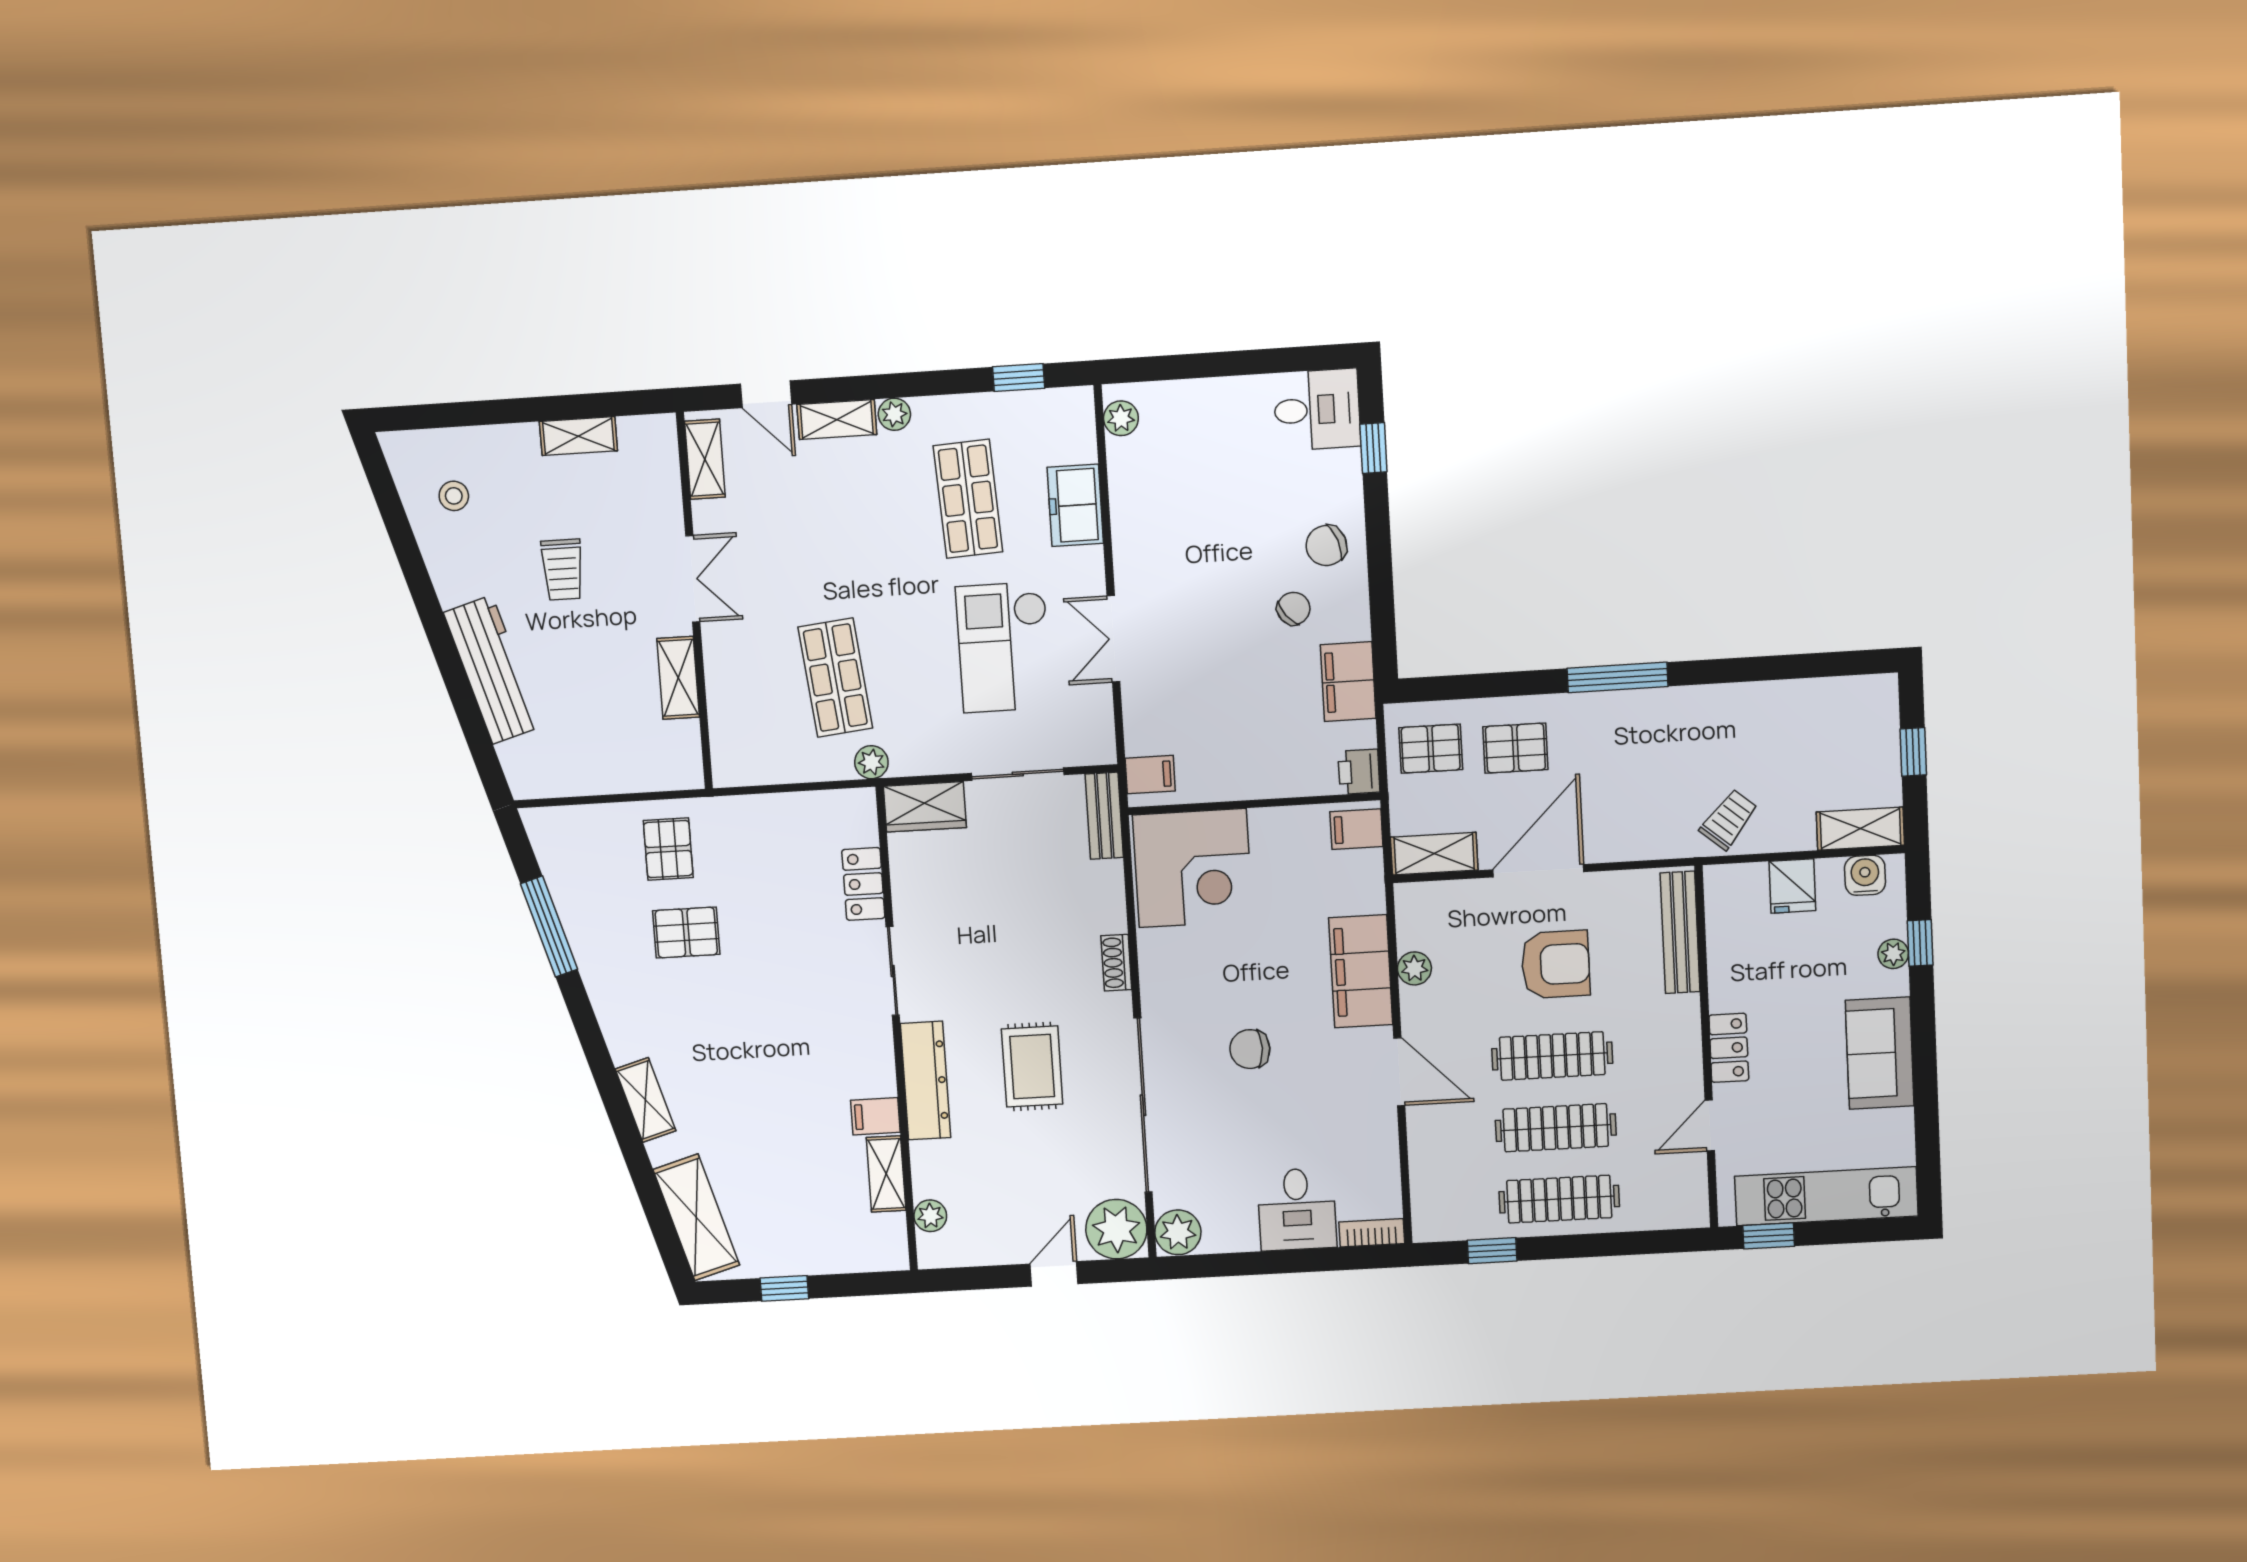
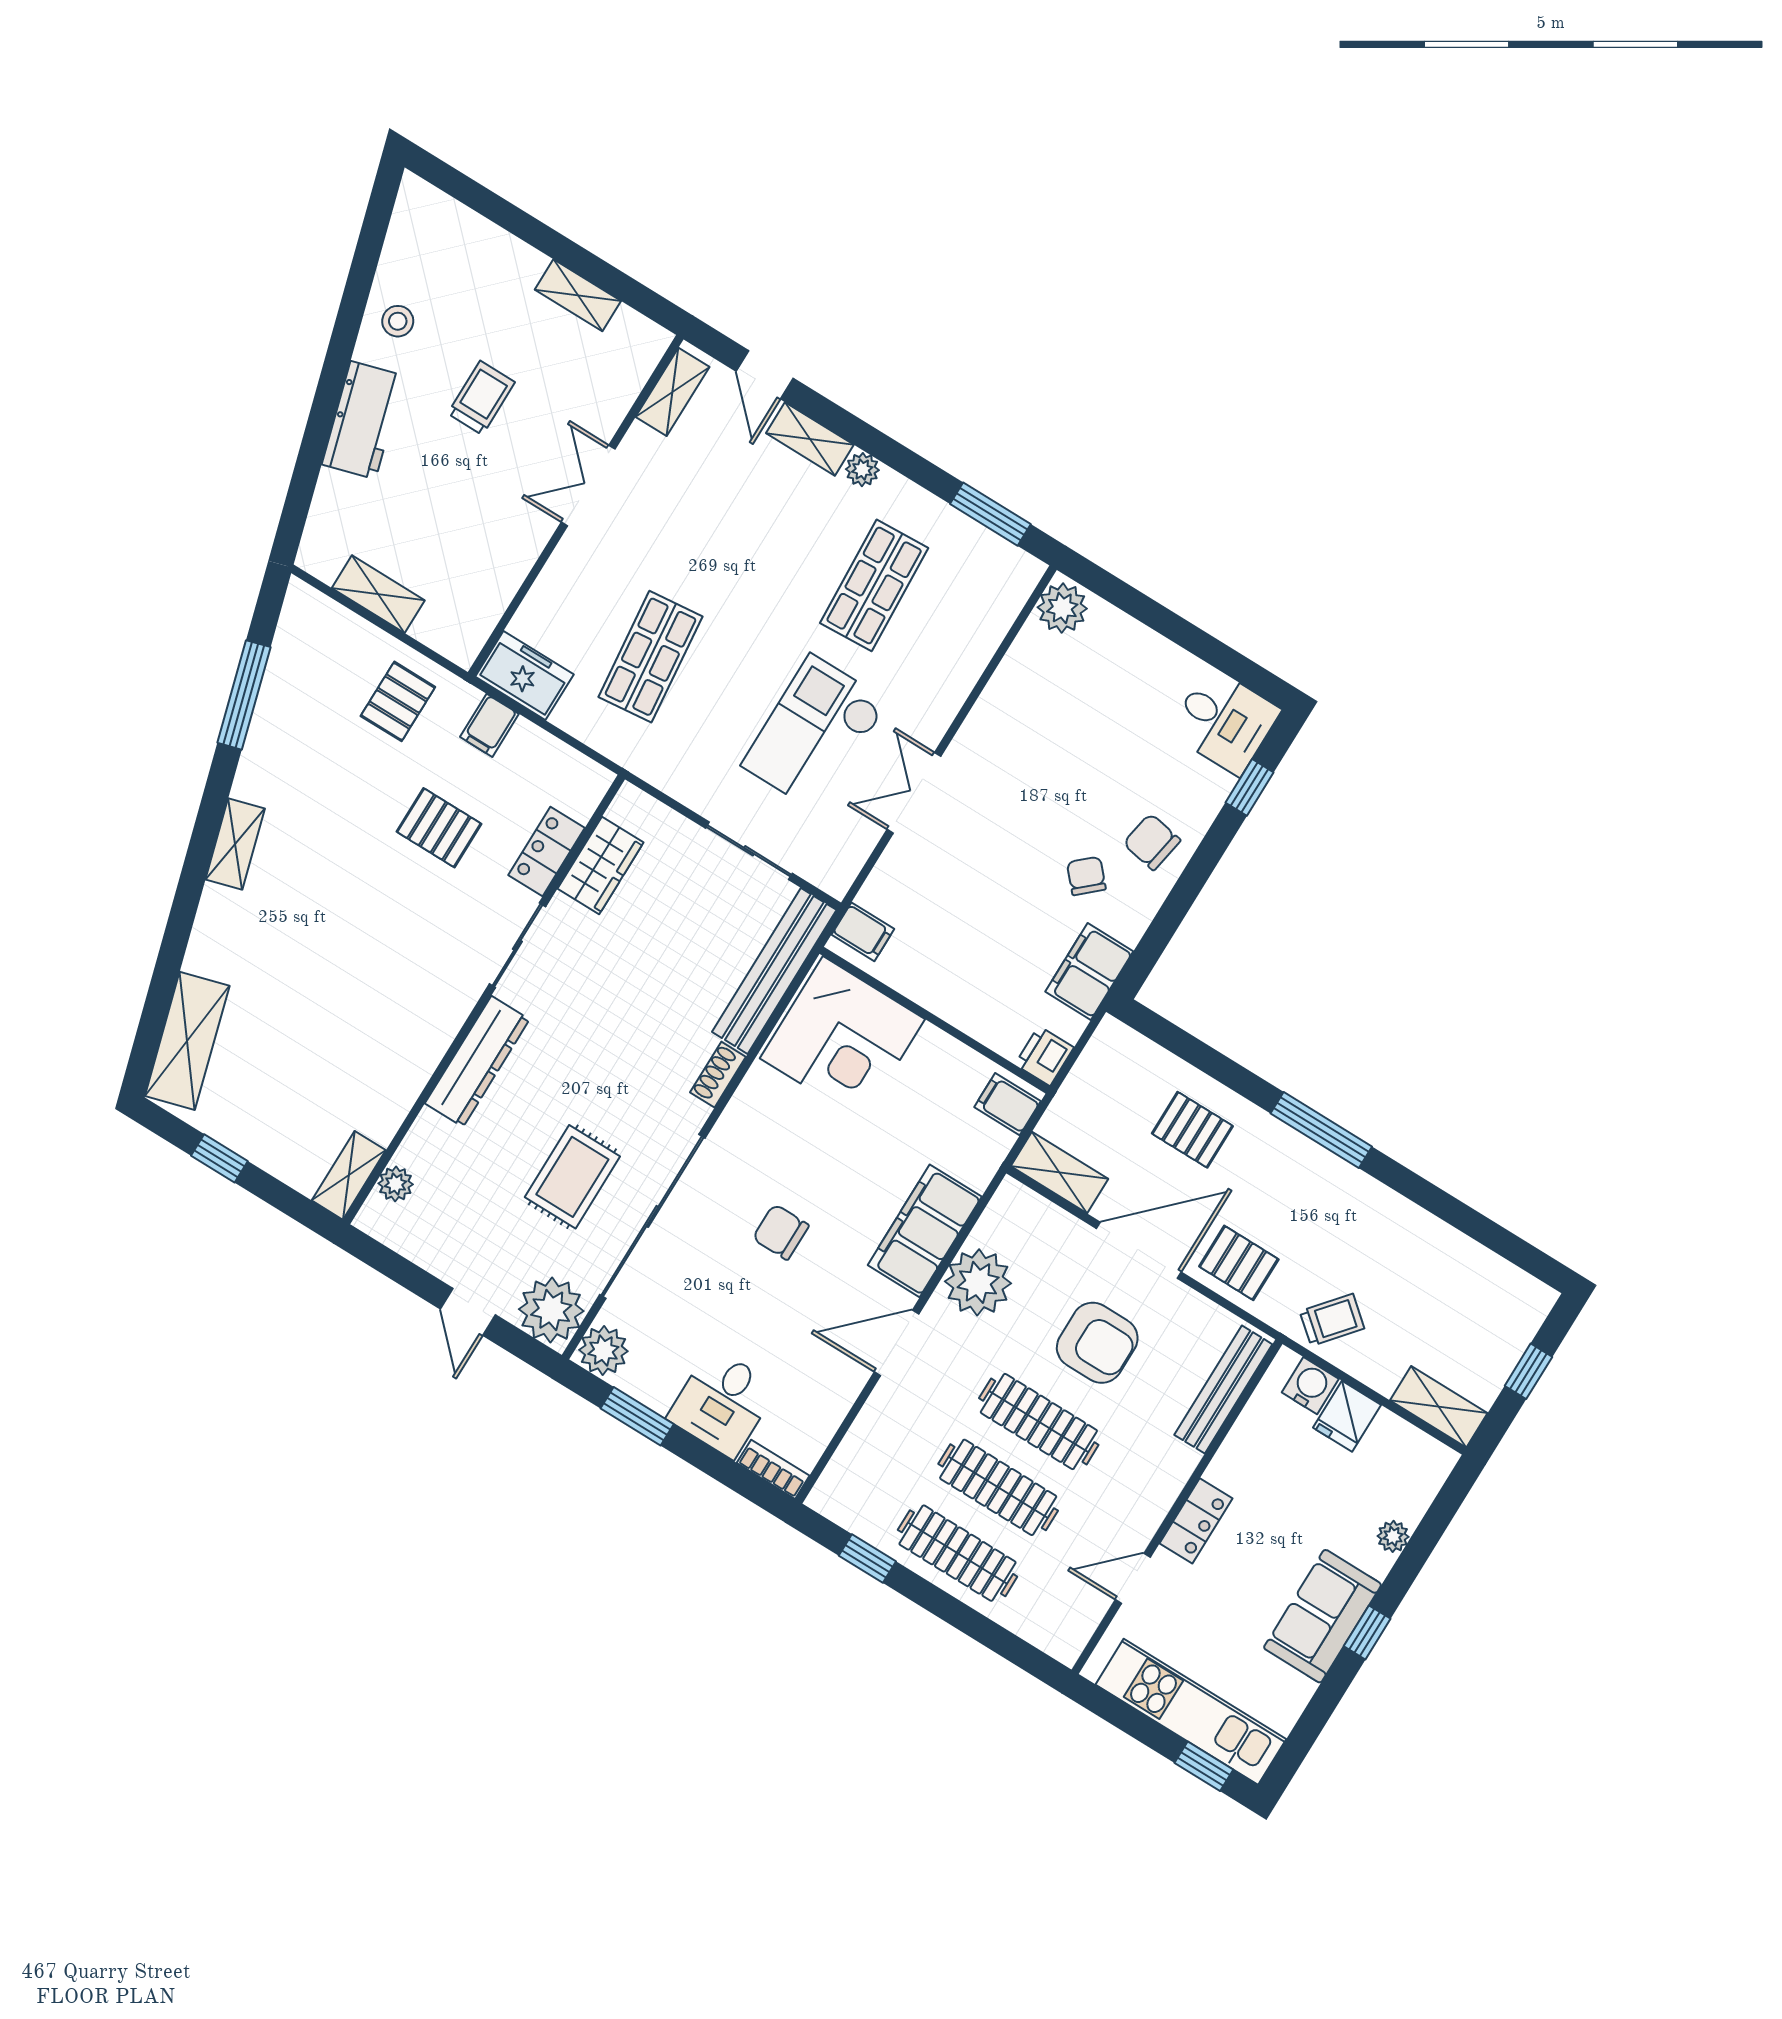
window: (1019, 378) -> (990, 514), width x1.50
plant: (1121, 418) -> (1062, 608), width x1.38, depth x1.38
stool: (454, 496) -> (398, 321), moved
freezer: (1075, 505) -> (524, 676), moved, turned 90
chair: (1326, 546) -> (1152, 842), turned 30
trolley: (563, 570) -> (481, 398), turned 180
double door: (693, 579) -> (588, 486), swing flipped
chair: (1294, 609) -> (1086, 876), turned -93
workbench: (492, 670) -> (363, 420), width x0.73
shelving: (678, 678) -> (378, 594), moved, turned 90
pallet: (1431, 749) -> (1239, 1263), moved
plant: (871, 762) -> (629, 751), removed
wardrobe: (925, 807) -> (601, 865), moved, turned -90
bench: (1104, 816) -> (774, 971), width x1.86, depth x1.21
water cooler: (1865, 875) -> (1310, 1386), moved
pallet: (686, 933) -> (439, 828), moved
window: (1920, 943) -> (1367, 1632), moved
plant: (1414, 968) -> (978, 1282), width x1.87, depth x1.87
rug: (1032, 1067) -> (572, 1177), moved
door: (1399, 1072) -> (897, 1343), swing flipped
shelving: (645, 1100) -> (235, 844), moved
filing cabinet: (875, 1116) -> (489, 725), moved, turned -90
shelving: (886, 1174) -> (349, 1175), moved
window: (1769, 1236) -> (1204, 1766), moved
window: (1239, 1264) -> (637, 1416), added
door: (1054, 1274) -> (468, 1312), swing flipped

